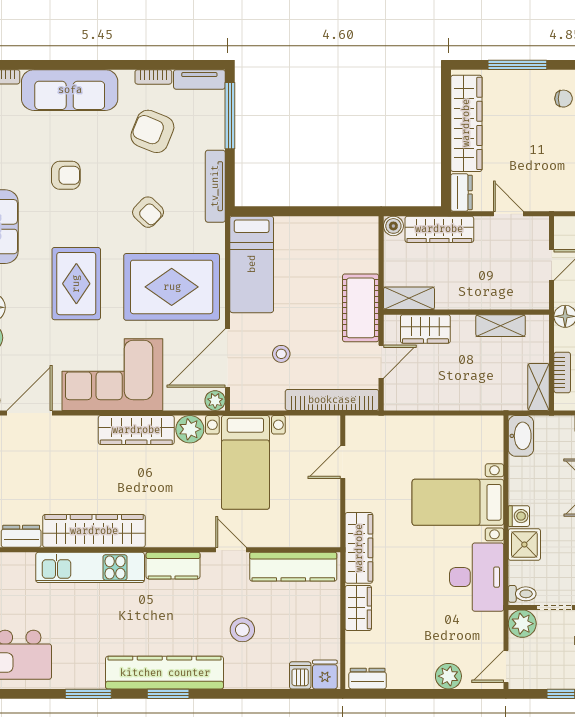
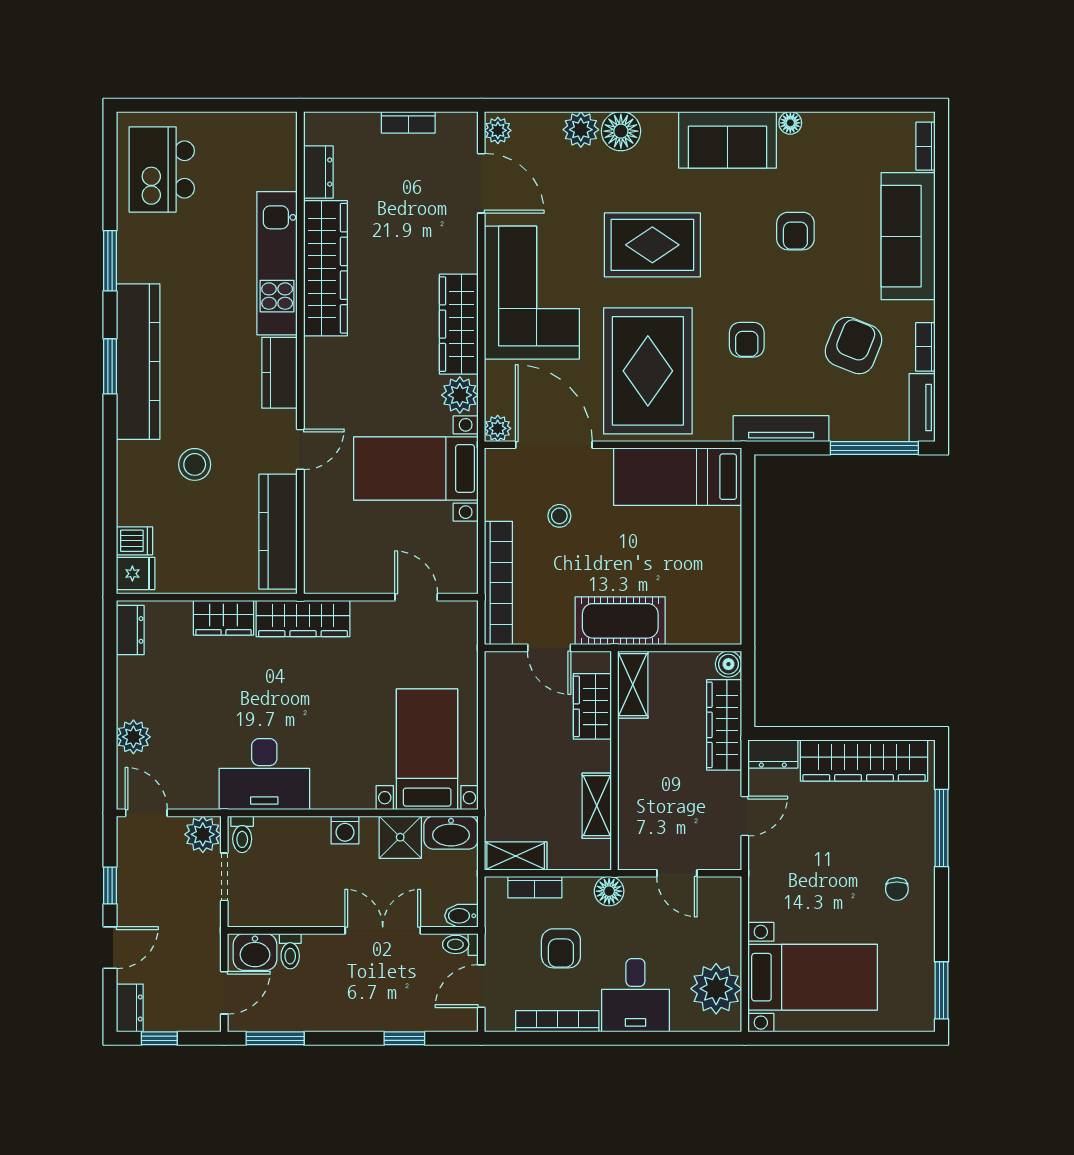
armchair: (148, 212) -> (747, 340), turned -44
bed with nightstands: (458, 502) -> (427, 749), moved
shower: (524, 544) -> (400, 837), moved

